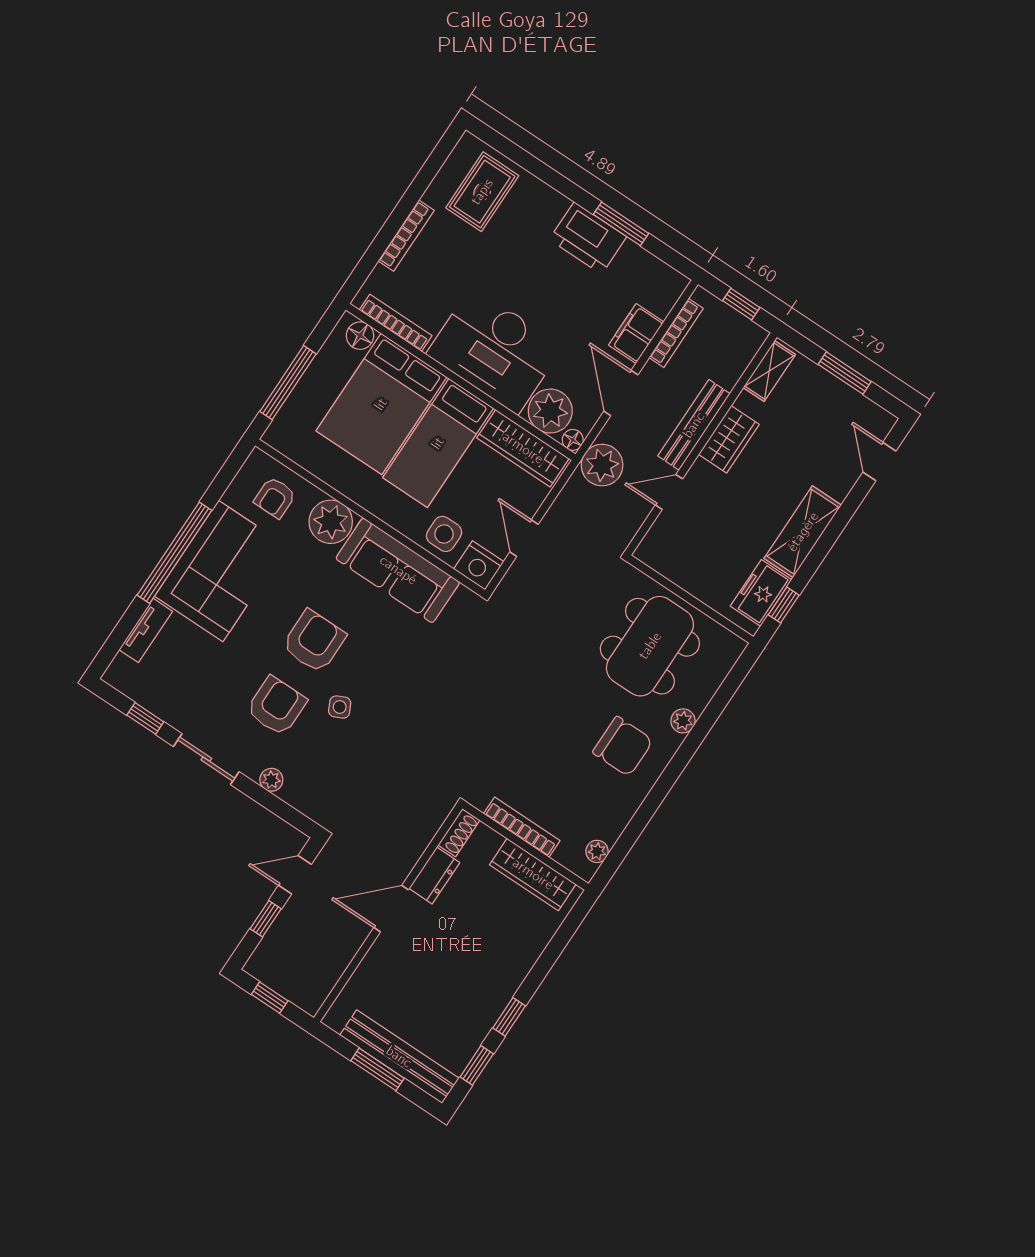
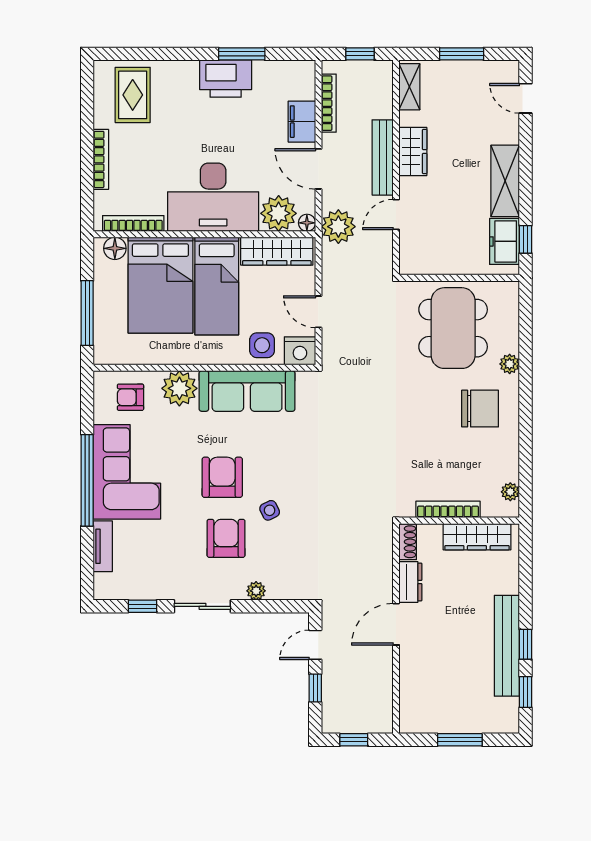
armchair: (275, 498) -> (130, 397), turned 90
bench: (399, 1057) -> (507, 646), moved, turned 90

